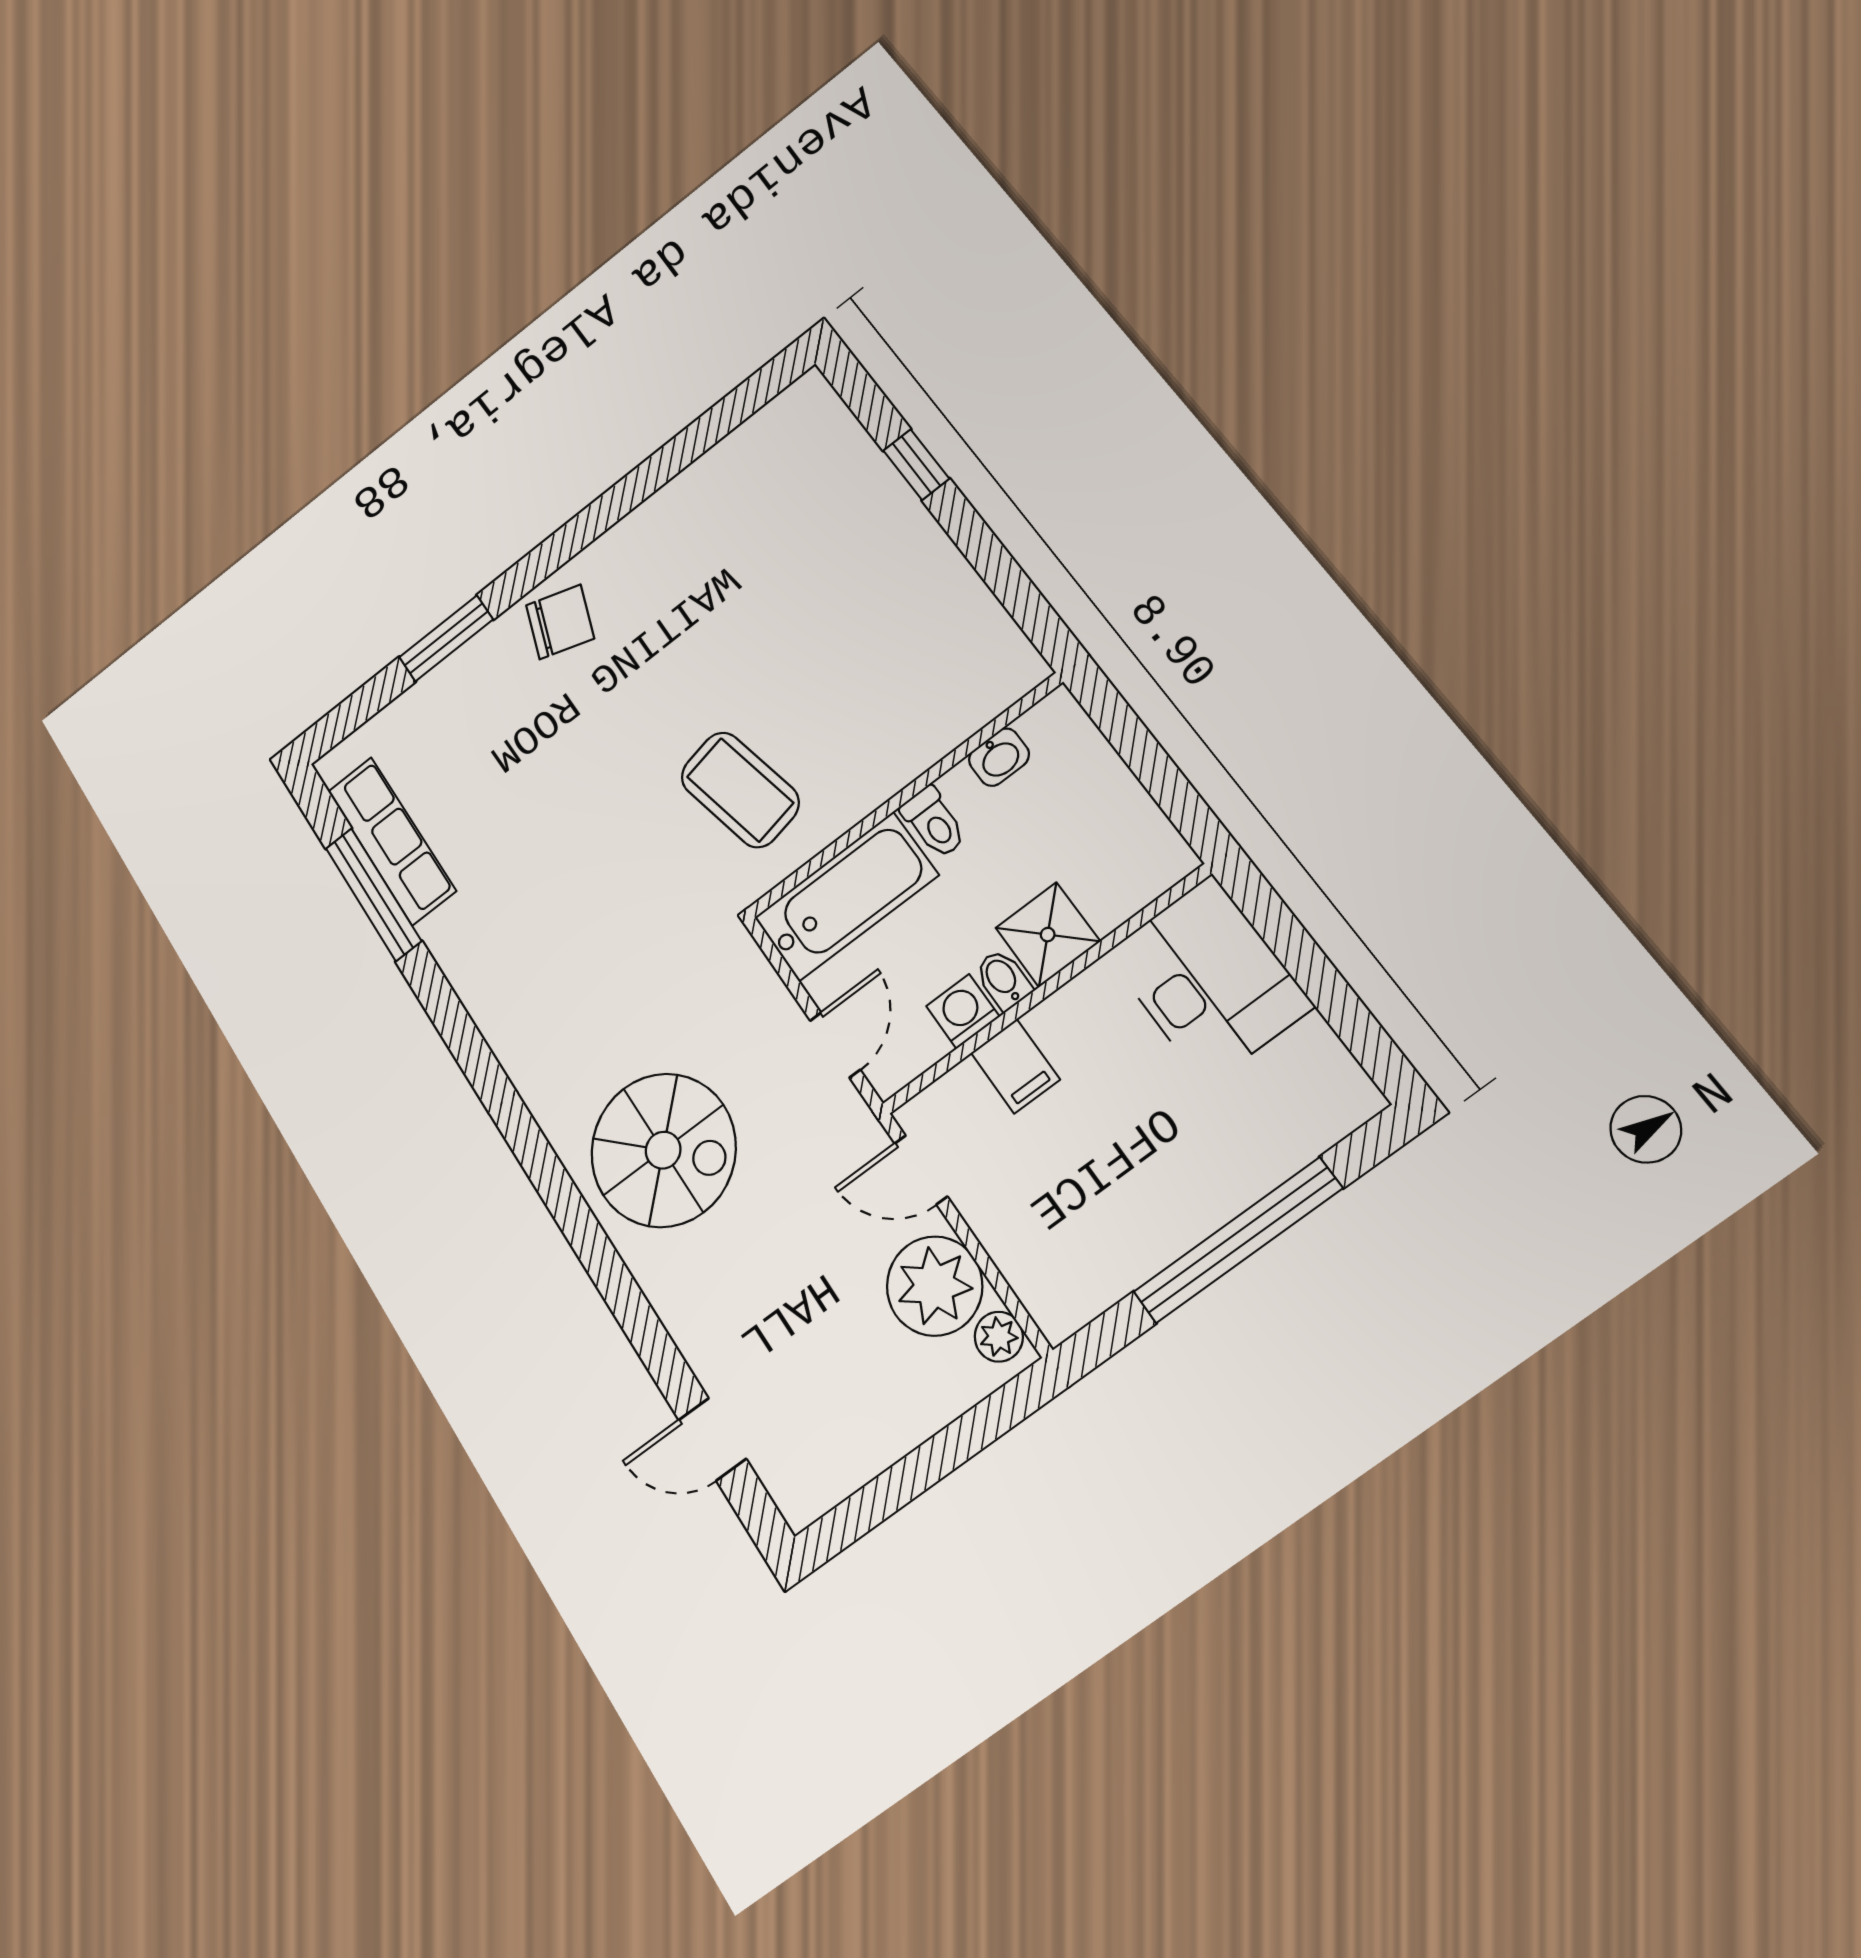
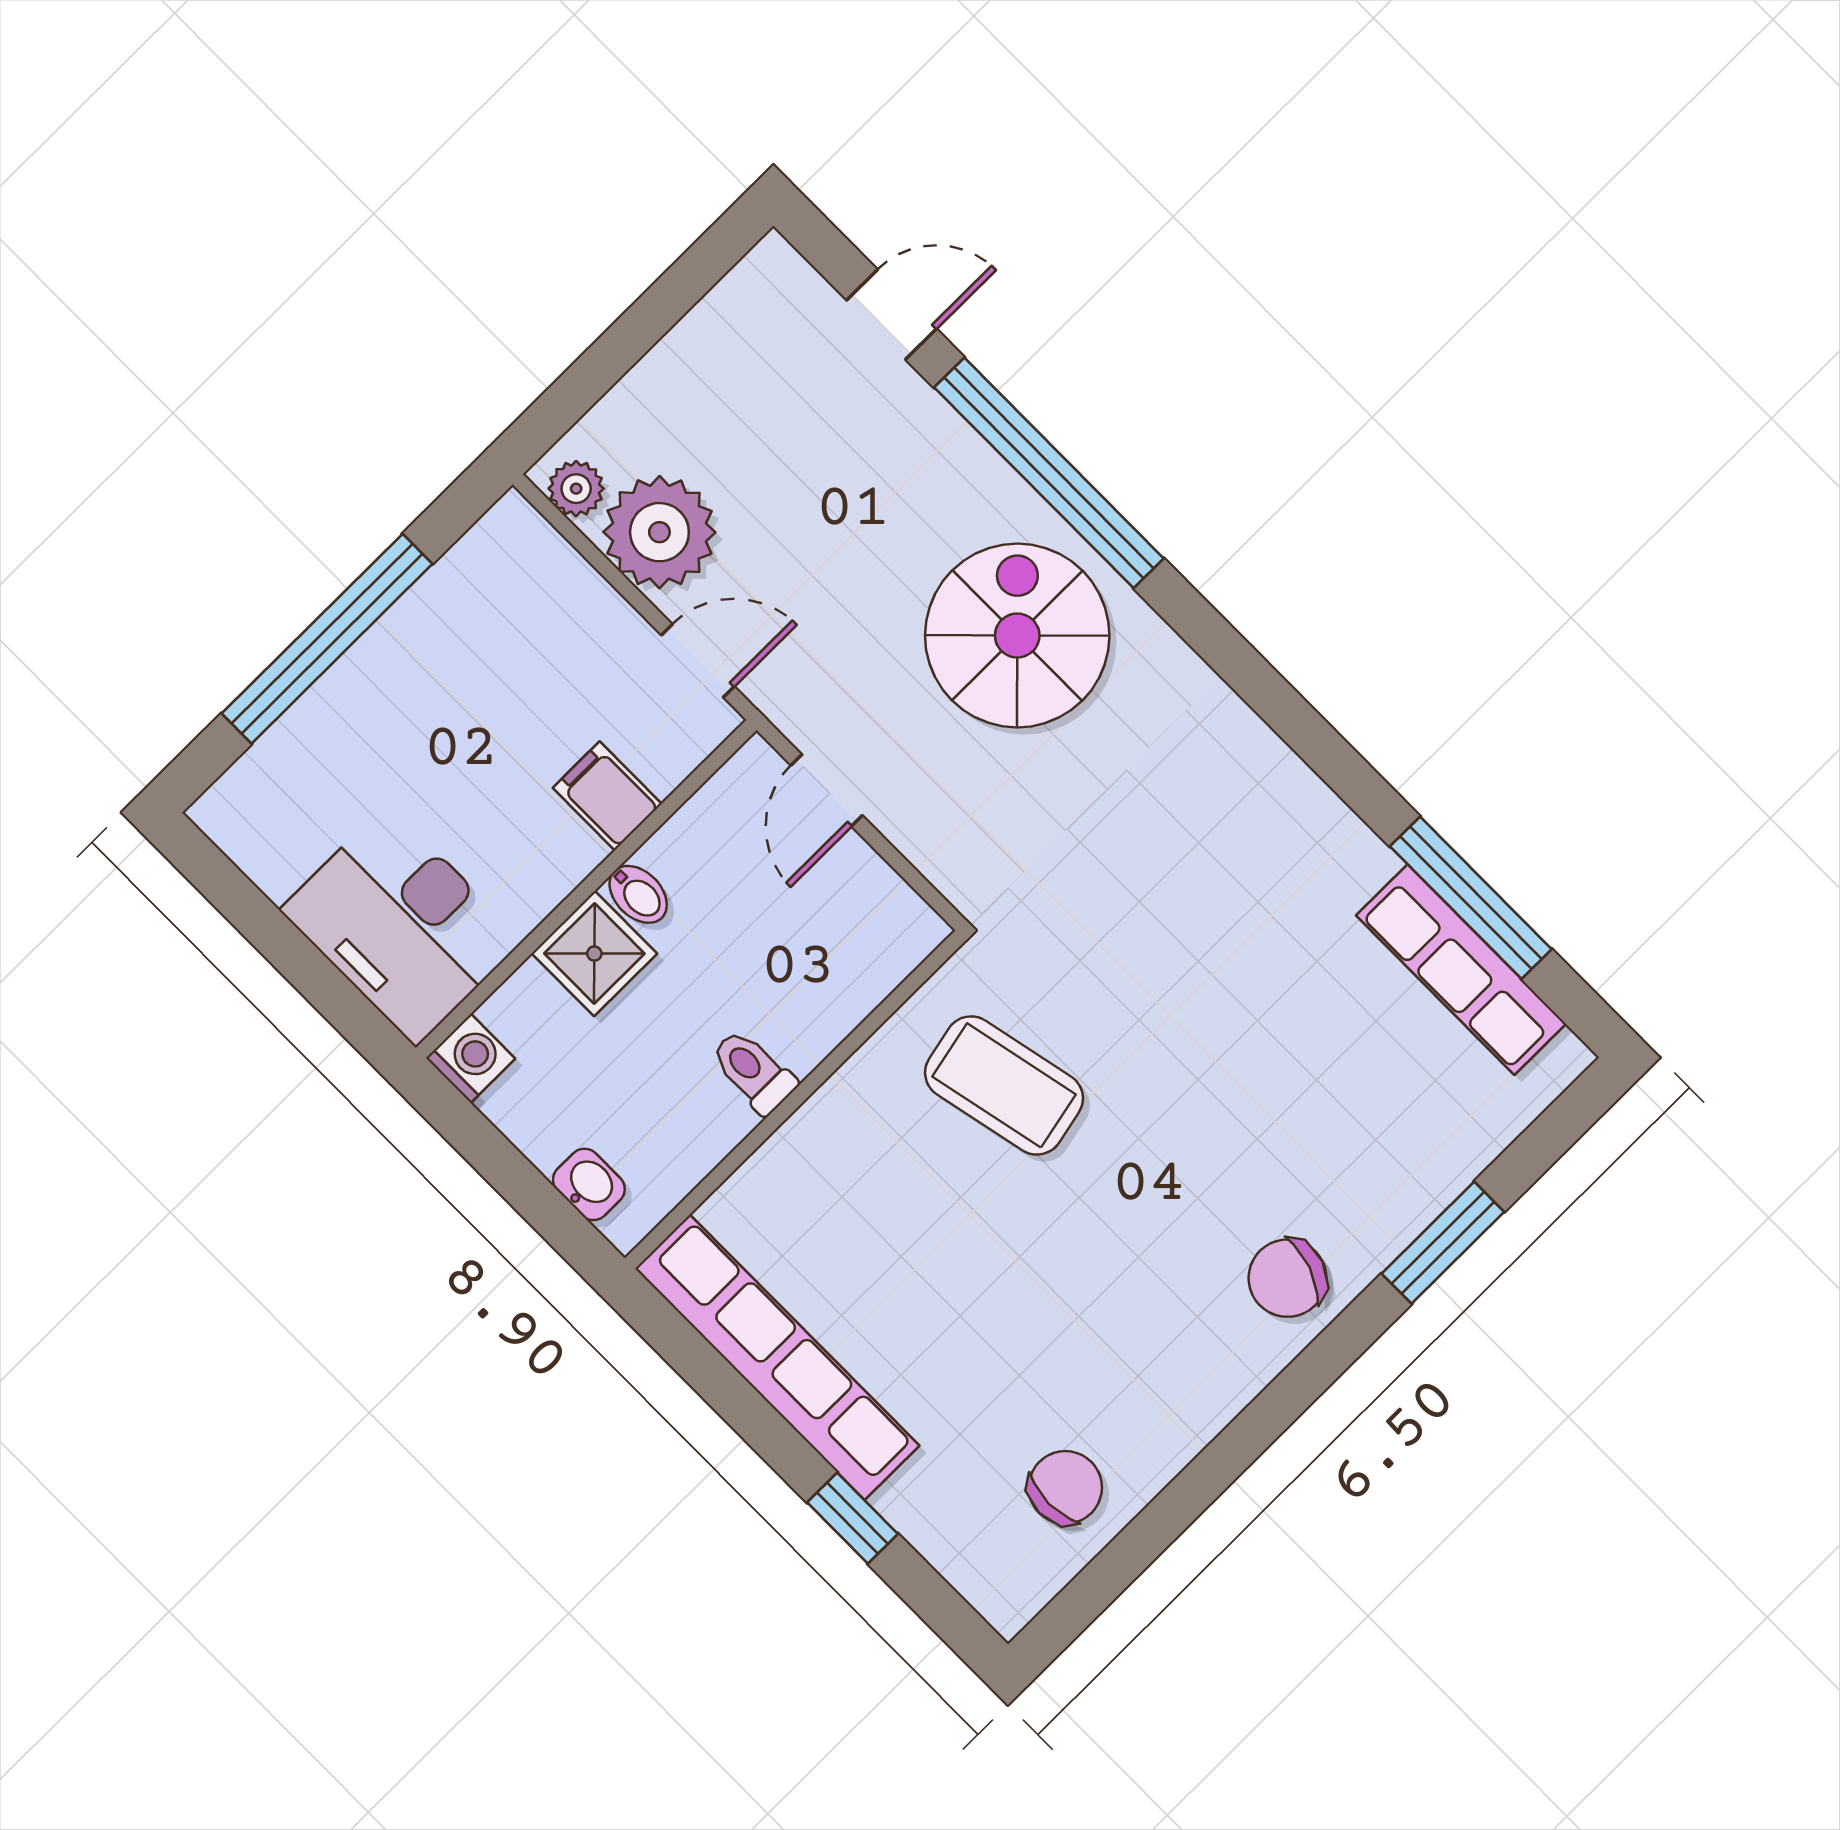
chair: (751, 478) -> (1065, 1487), added
row of seats: (954, 593) -> (777, 1357), added
washbasin: (999, 757) -> (589, 1184), moved, turned 90
bathtub: (846, 896) -> (846, 969), removed
washing machine: (963, 1011) -> (471, 1058), moved, turned -90
spiral stairs: (663, 1150) -> (1017, 636), turned 90
window: (614, 1281) -> (1049, 473), added

